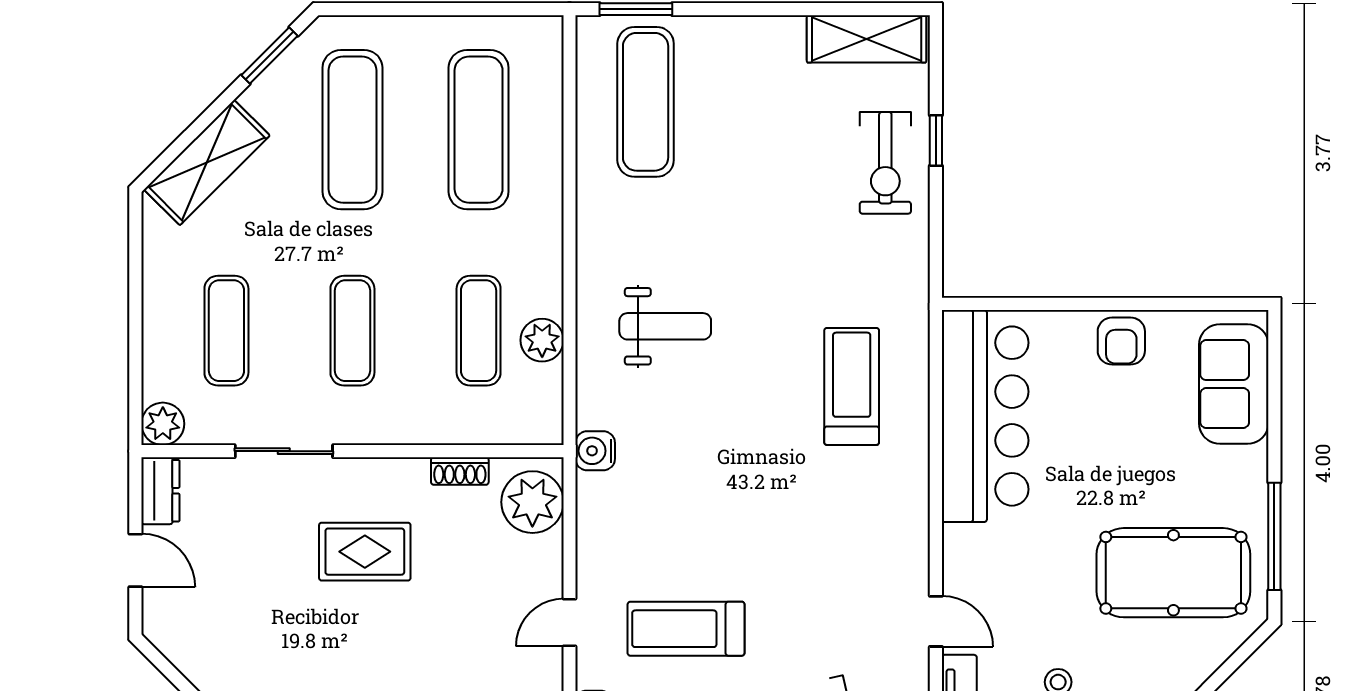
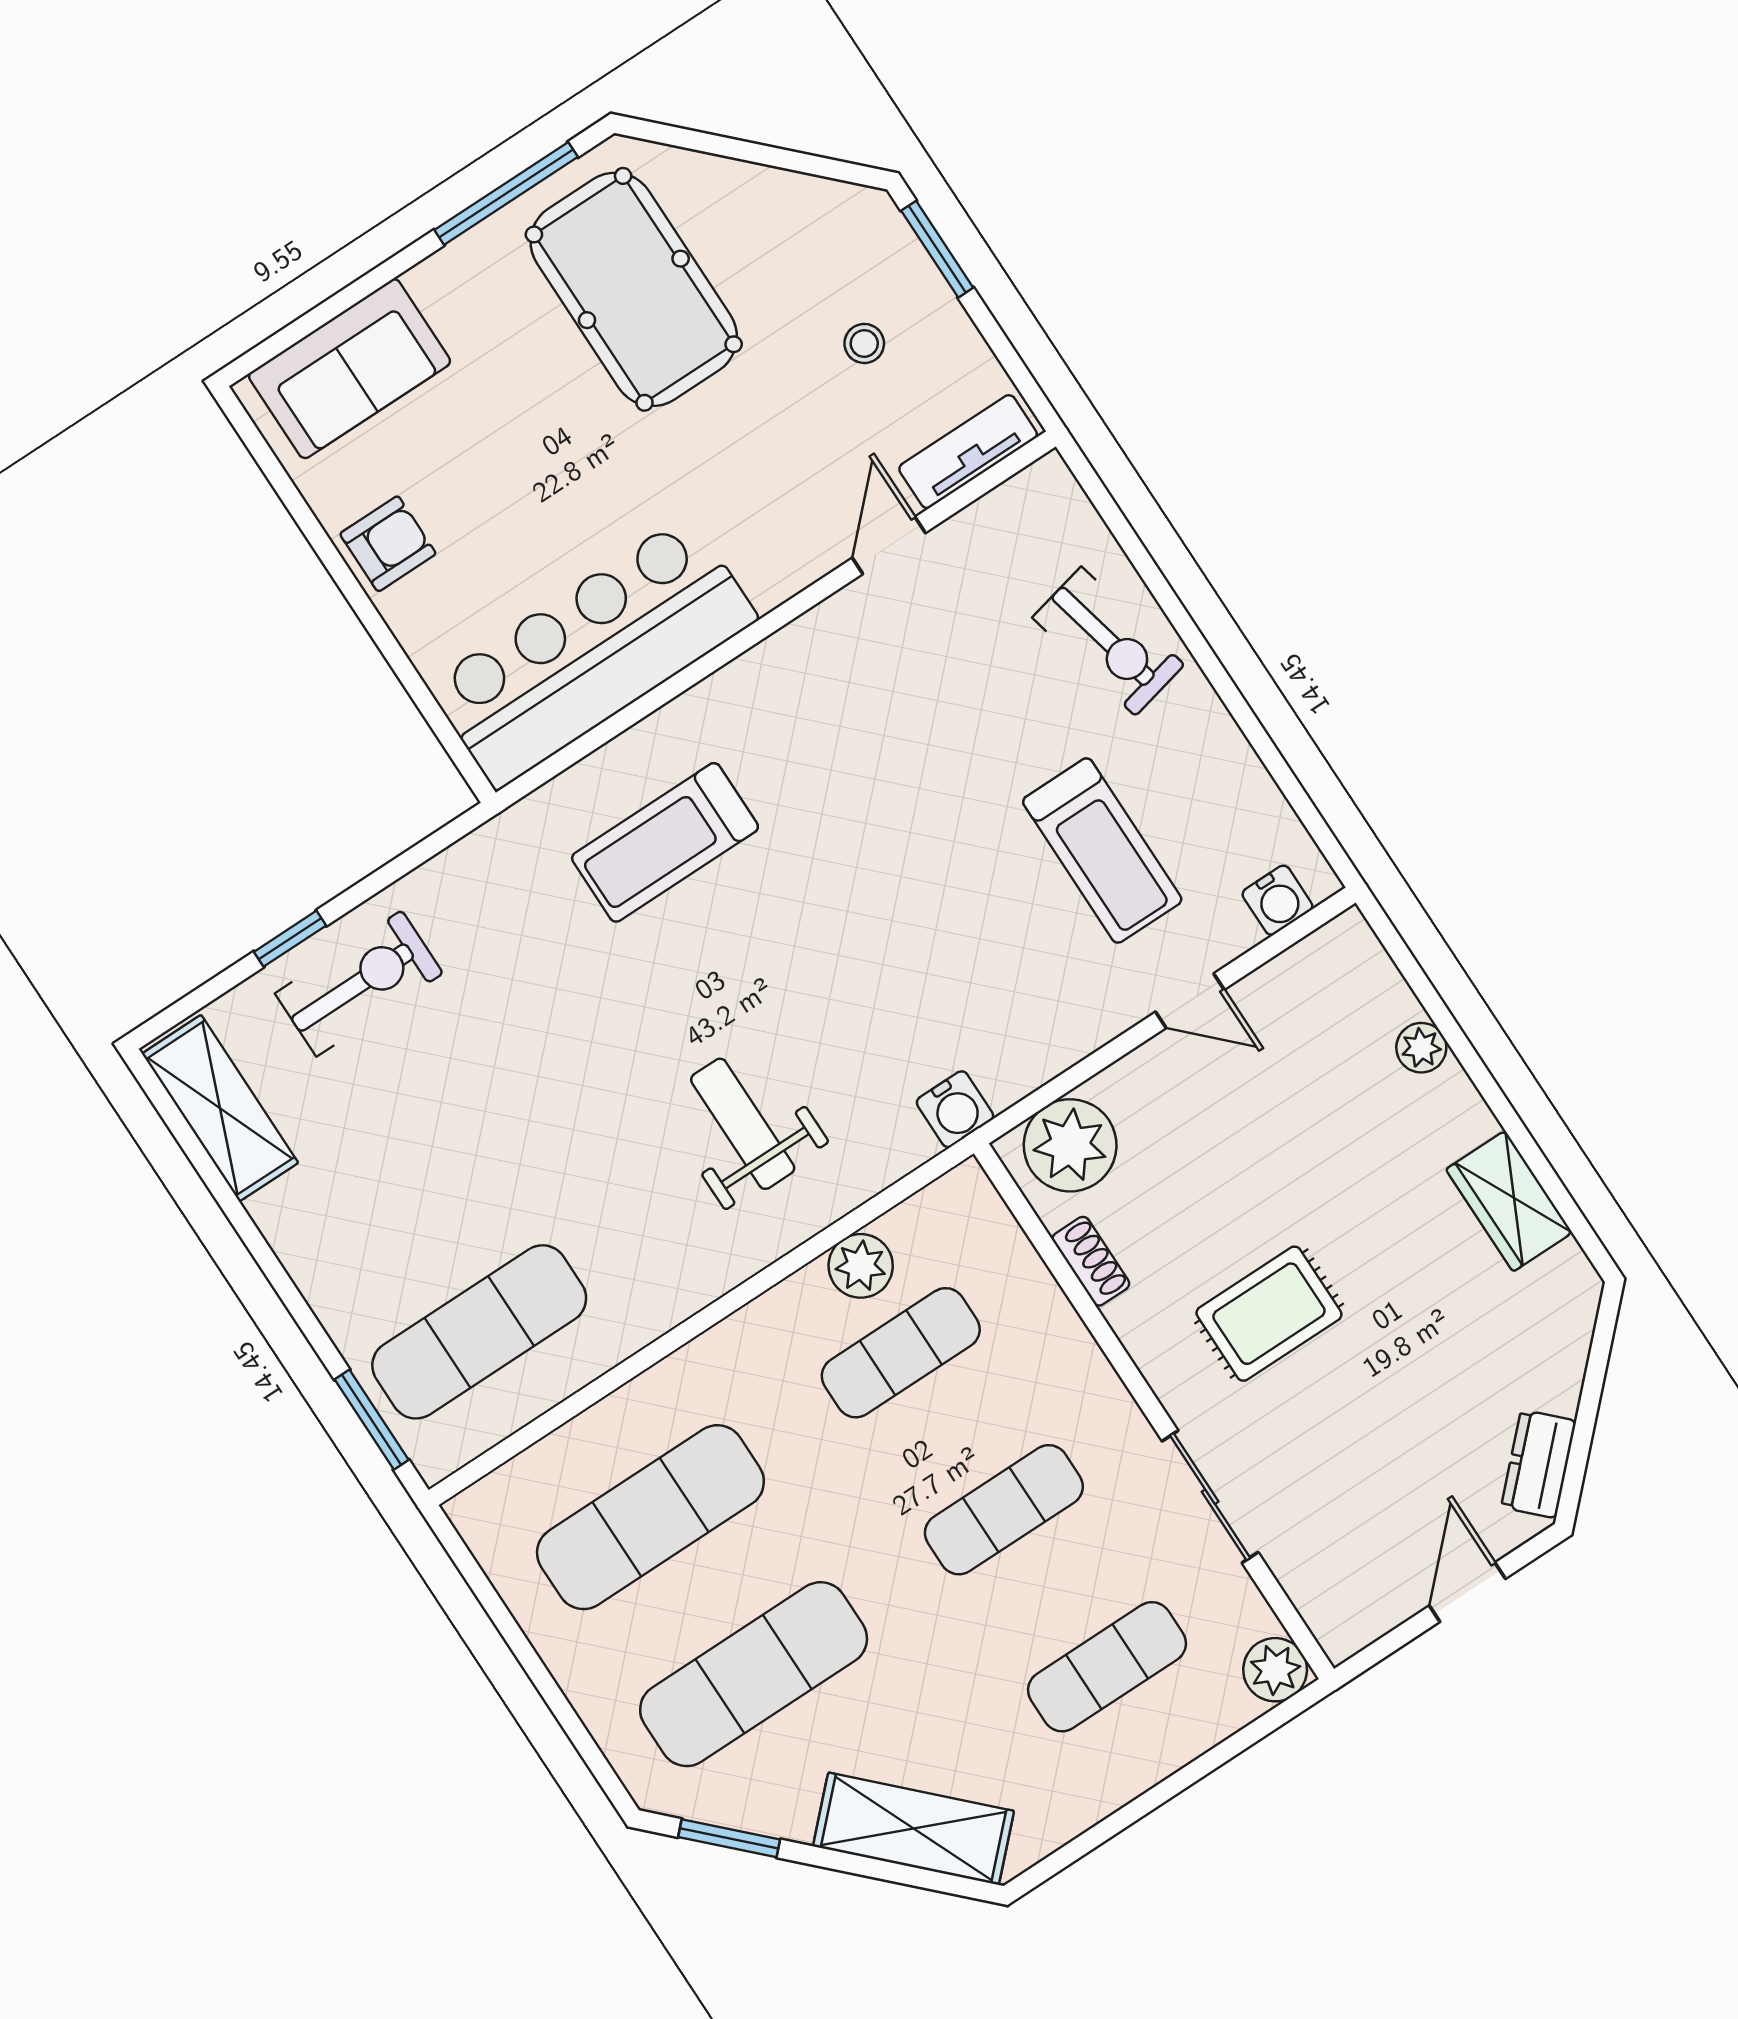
dresser: (160, 491) -> (1539, 1464), moved, turned -45
rug: (365, 552) -> (1269, 1314), turned 90

